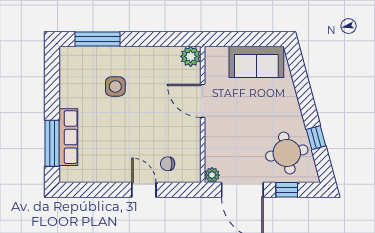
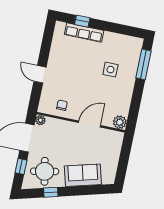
sofa: (256, 62) -> (83, 175), moved, turned 75
window: (52, 143) -> (82, 21), width x0.46
chair: (168, 164) -> (62, 105), moved
door: (144, 190) -> (40, 74), swing flipped

